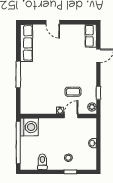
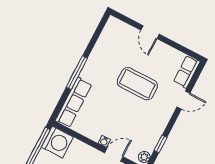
row of seats: (26, 43) -> (74, 103), moved
coffee table: (73, 92) -> (137, 84), moved, width x1.86, depth x1.72

